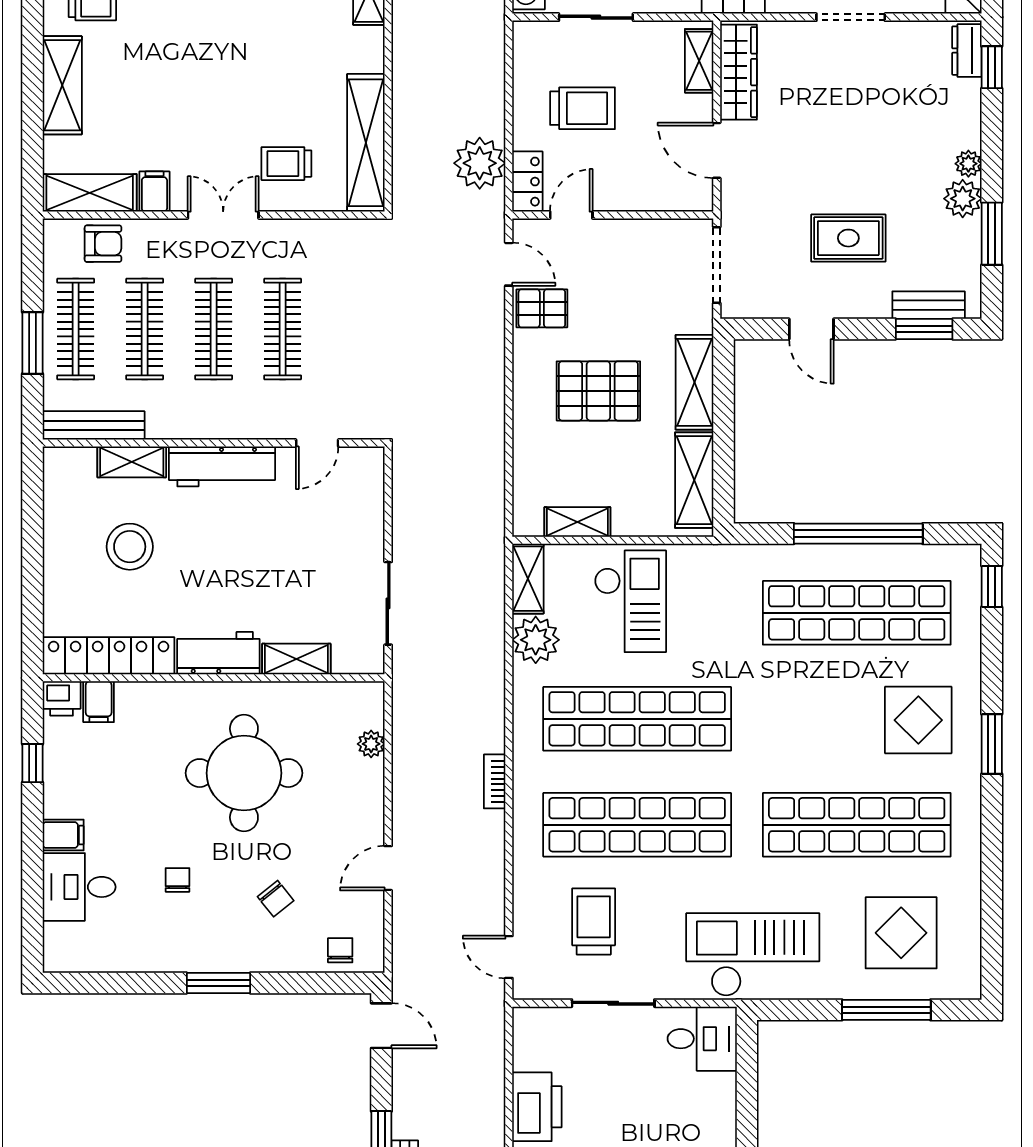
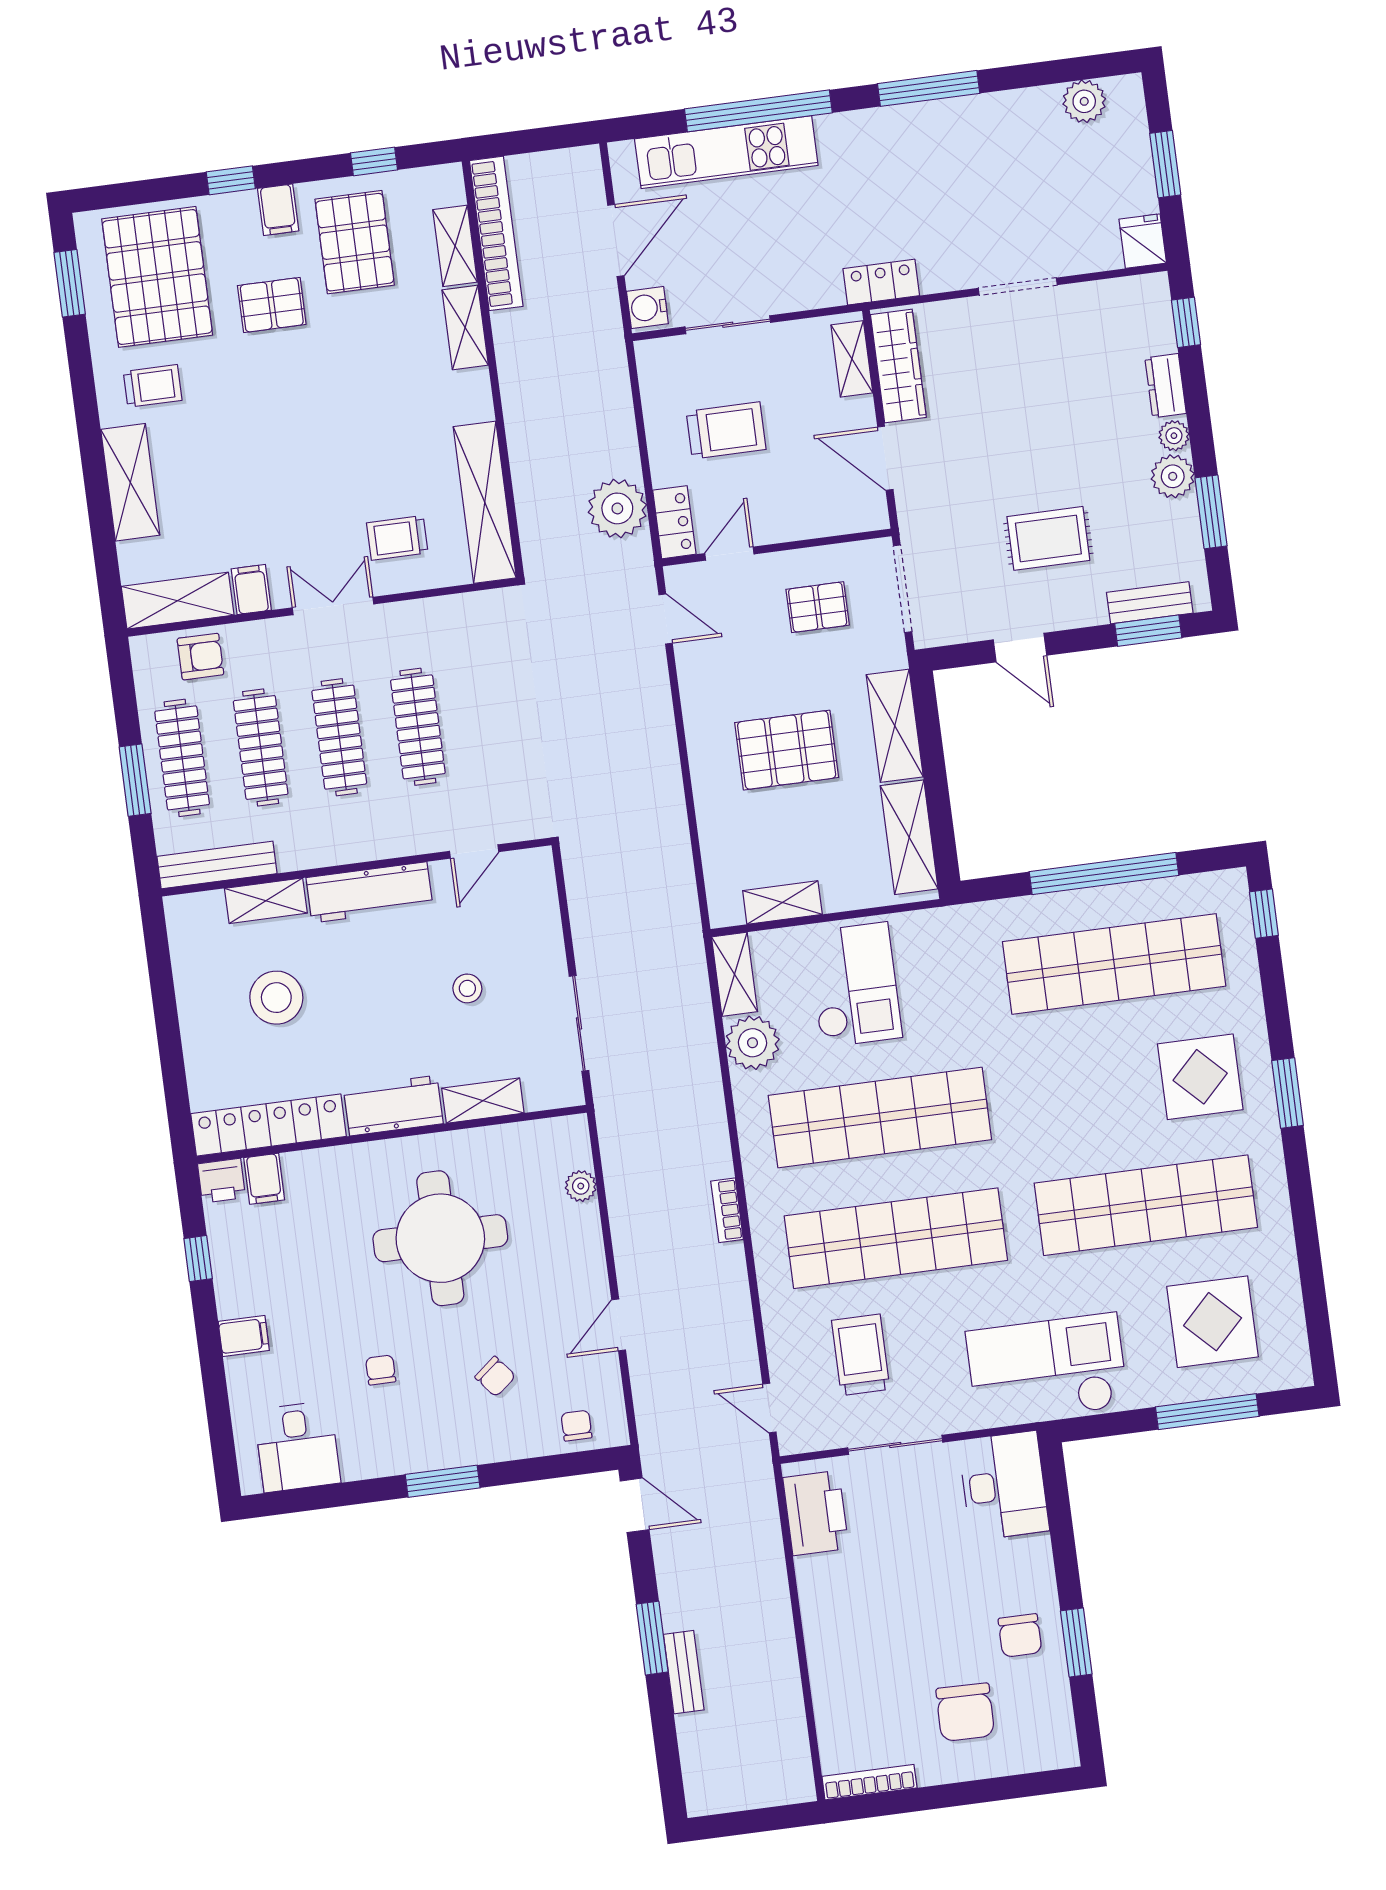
dresser: (967, 51) -> (1166, 386), moved
pallet: (542, 308) -> (818, 607), moved
stool: (296, 560) -> (467, 988), added
desk: (79, 887) -> (297, 1446), moved, turned -90
desk: (702, 1039) -> (1004, 1486), width x1.37
printer: (537, 1107) -> (816, 1513), moved

